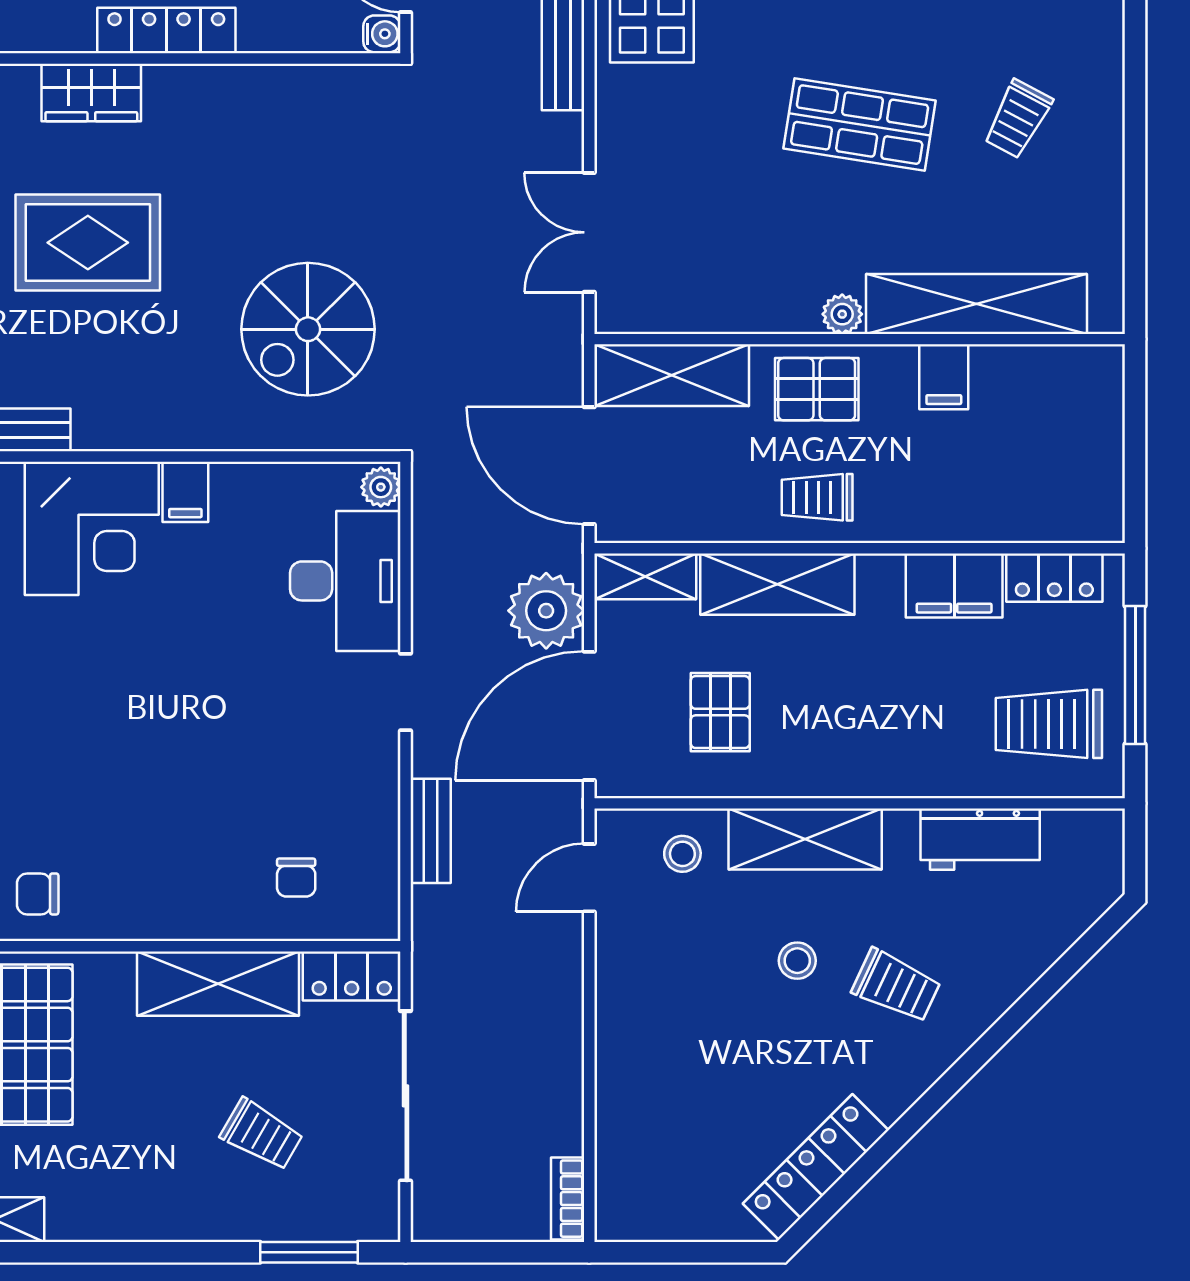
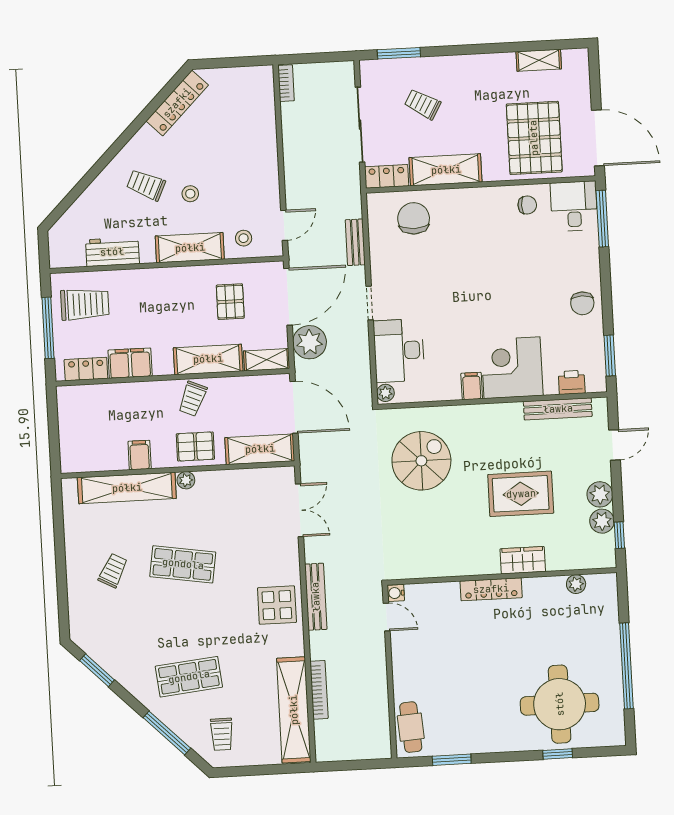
trolley: (817, 497) -> (193, 399), turned 113
chair: (296, 878) -> (414, 218), width x1.87, depth x1.87

